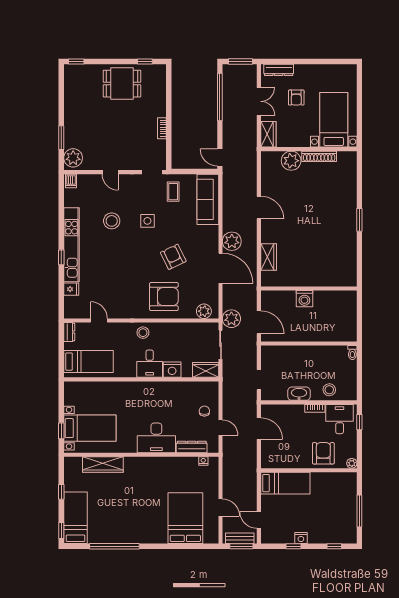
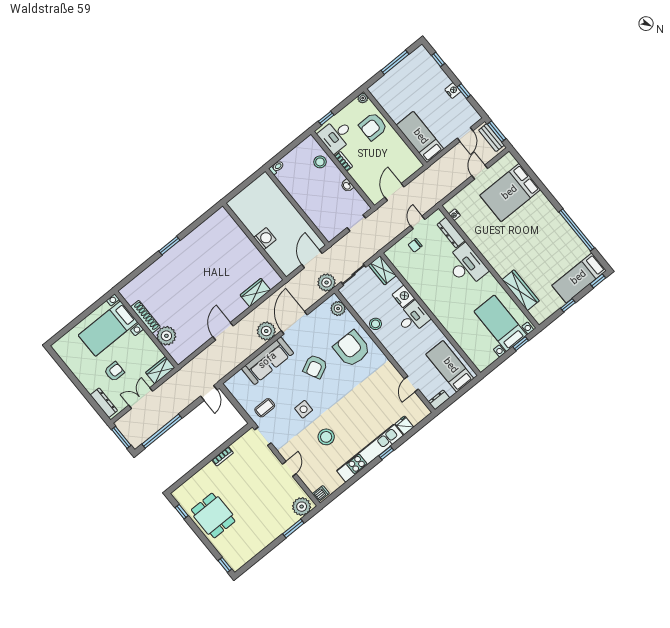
sofa: (208, 199) -> (268, 361), moved
stool: (143, 333) -> (375, 324), moved
washbasin: (299, 394) -> (347, 186), width x0.52, depth x0.69

